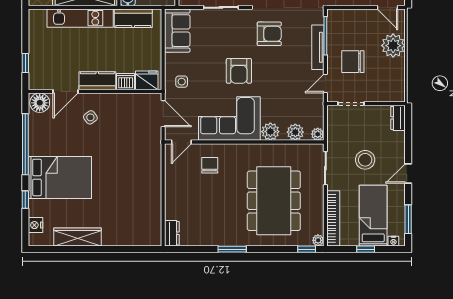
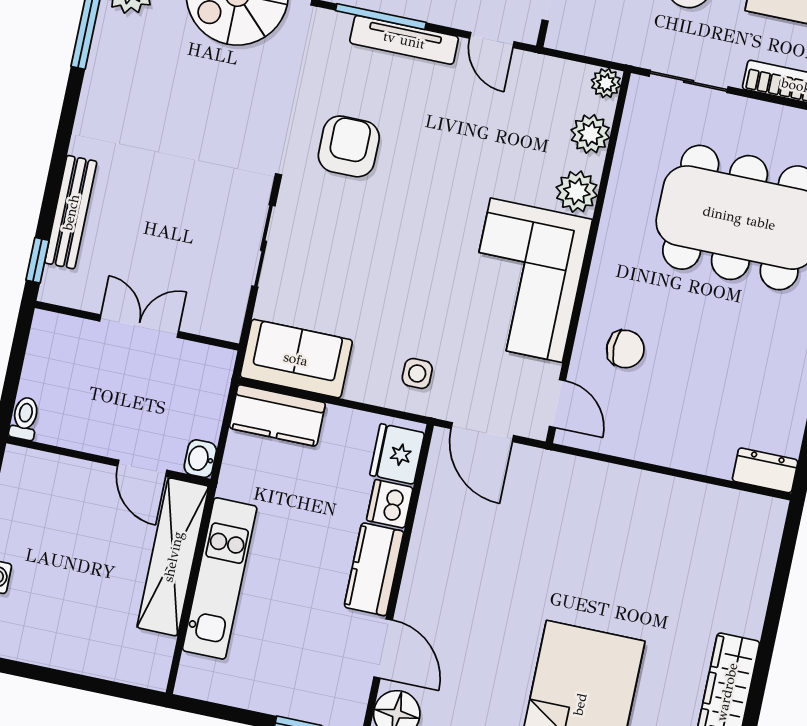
kitchen counter: (133, 18) -> (277, 415), moved, turned 90
armchair: (239, 71) -> (420, 235), removed
door: (163, 114) -> (482, 432), swing flipped
side table: (90, 117) -> (456, 603), removed
chair: (210, 165) -> (625, 349), turned 180

